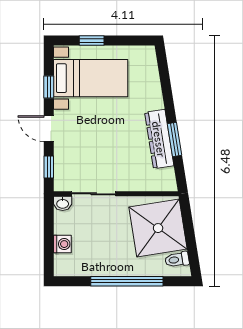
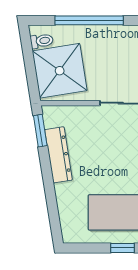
window: (175, 139) -> (40, 131), moved

